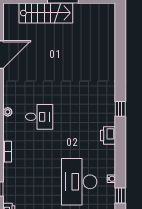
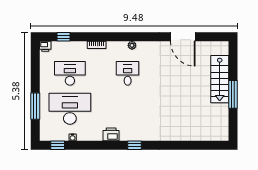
desk: (39, 117) -> (128, 73), turned 180
desk: (39, 182) -> (70, 73), added

